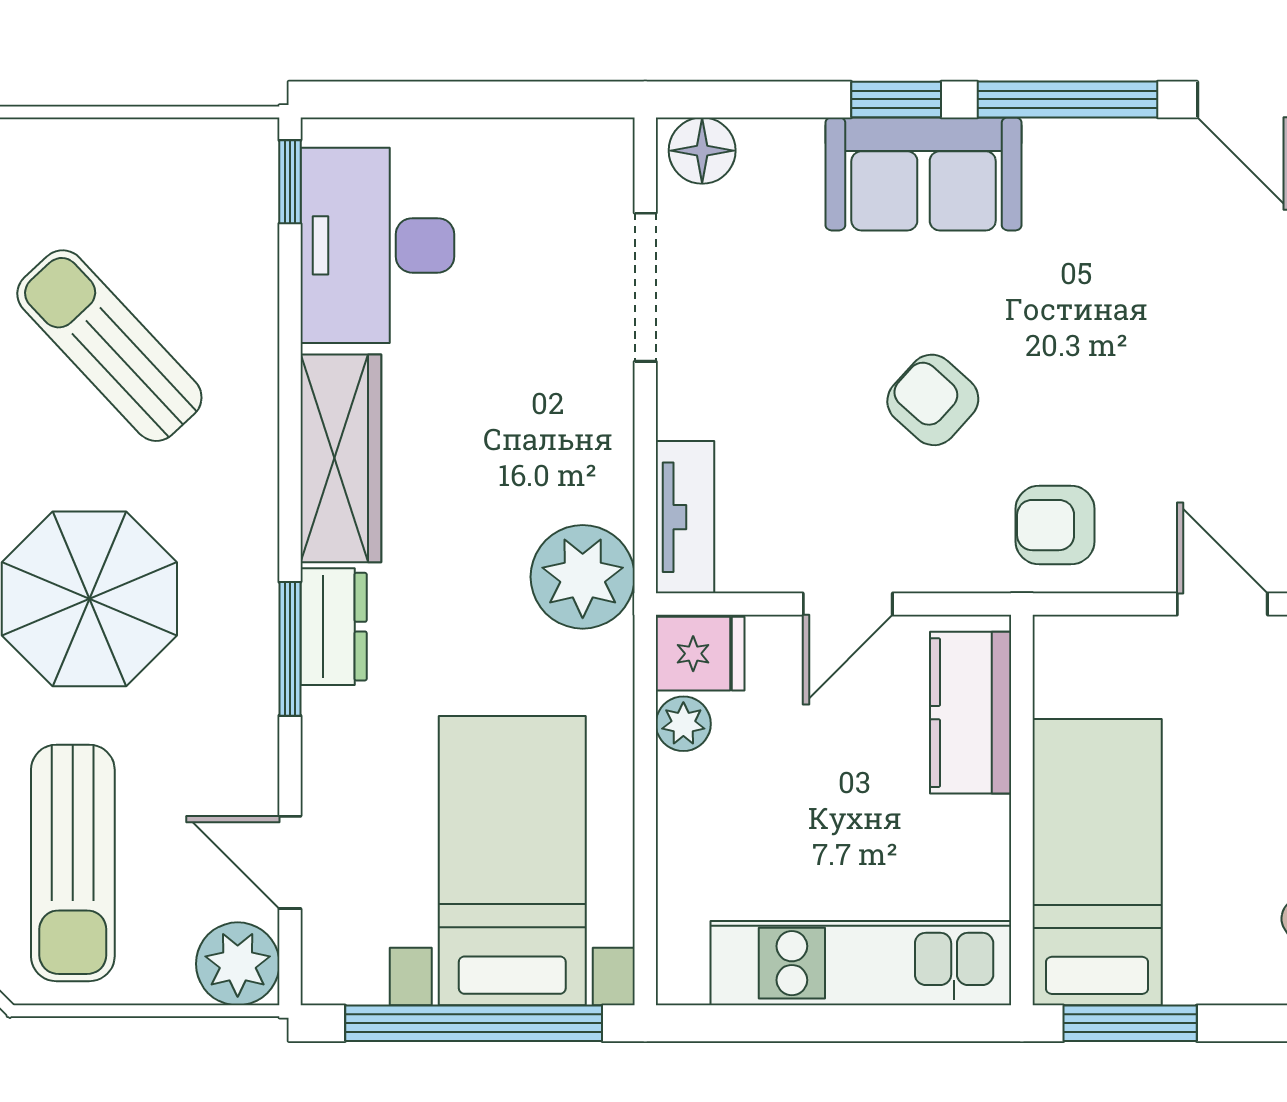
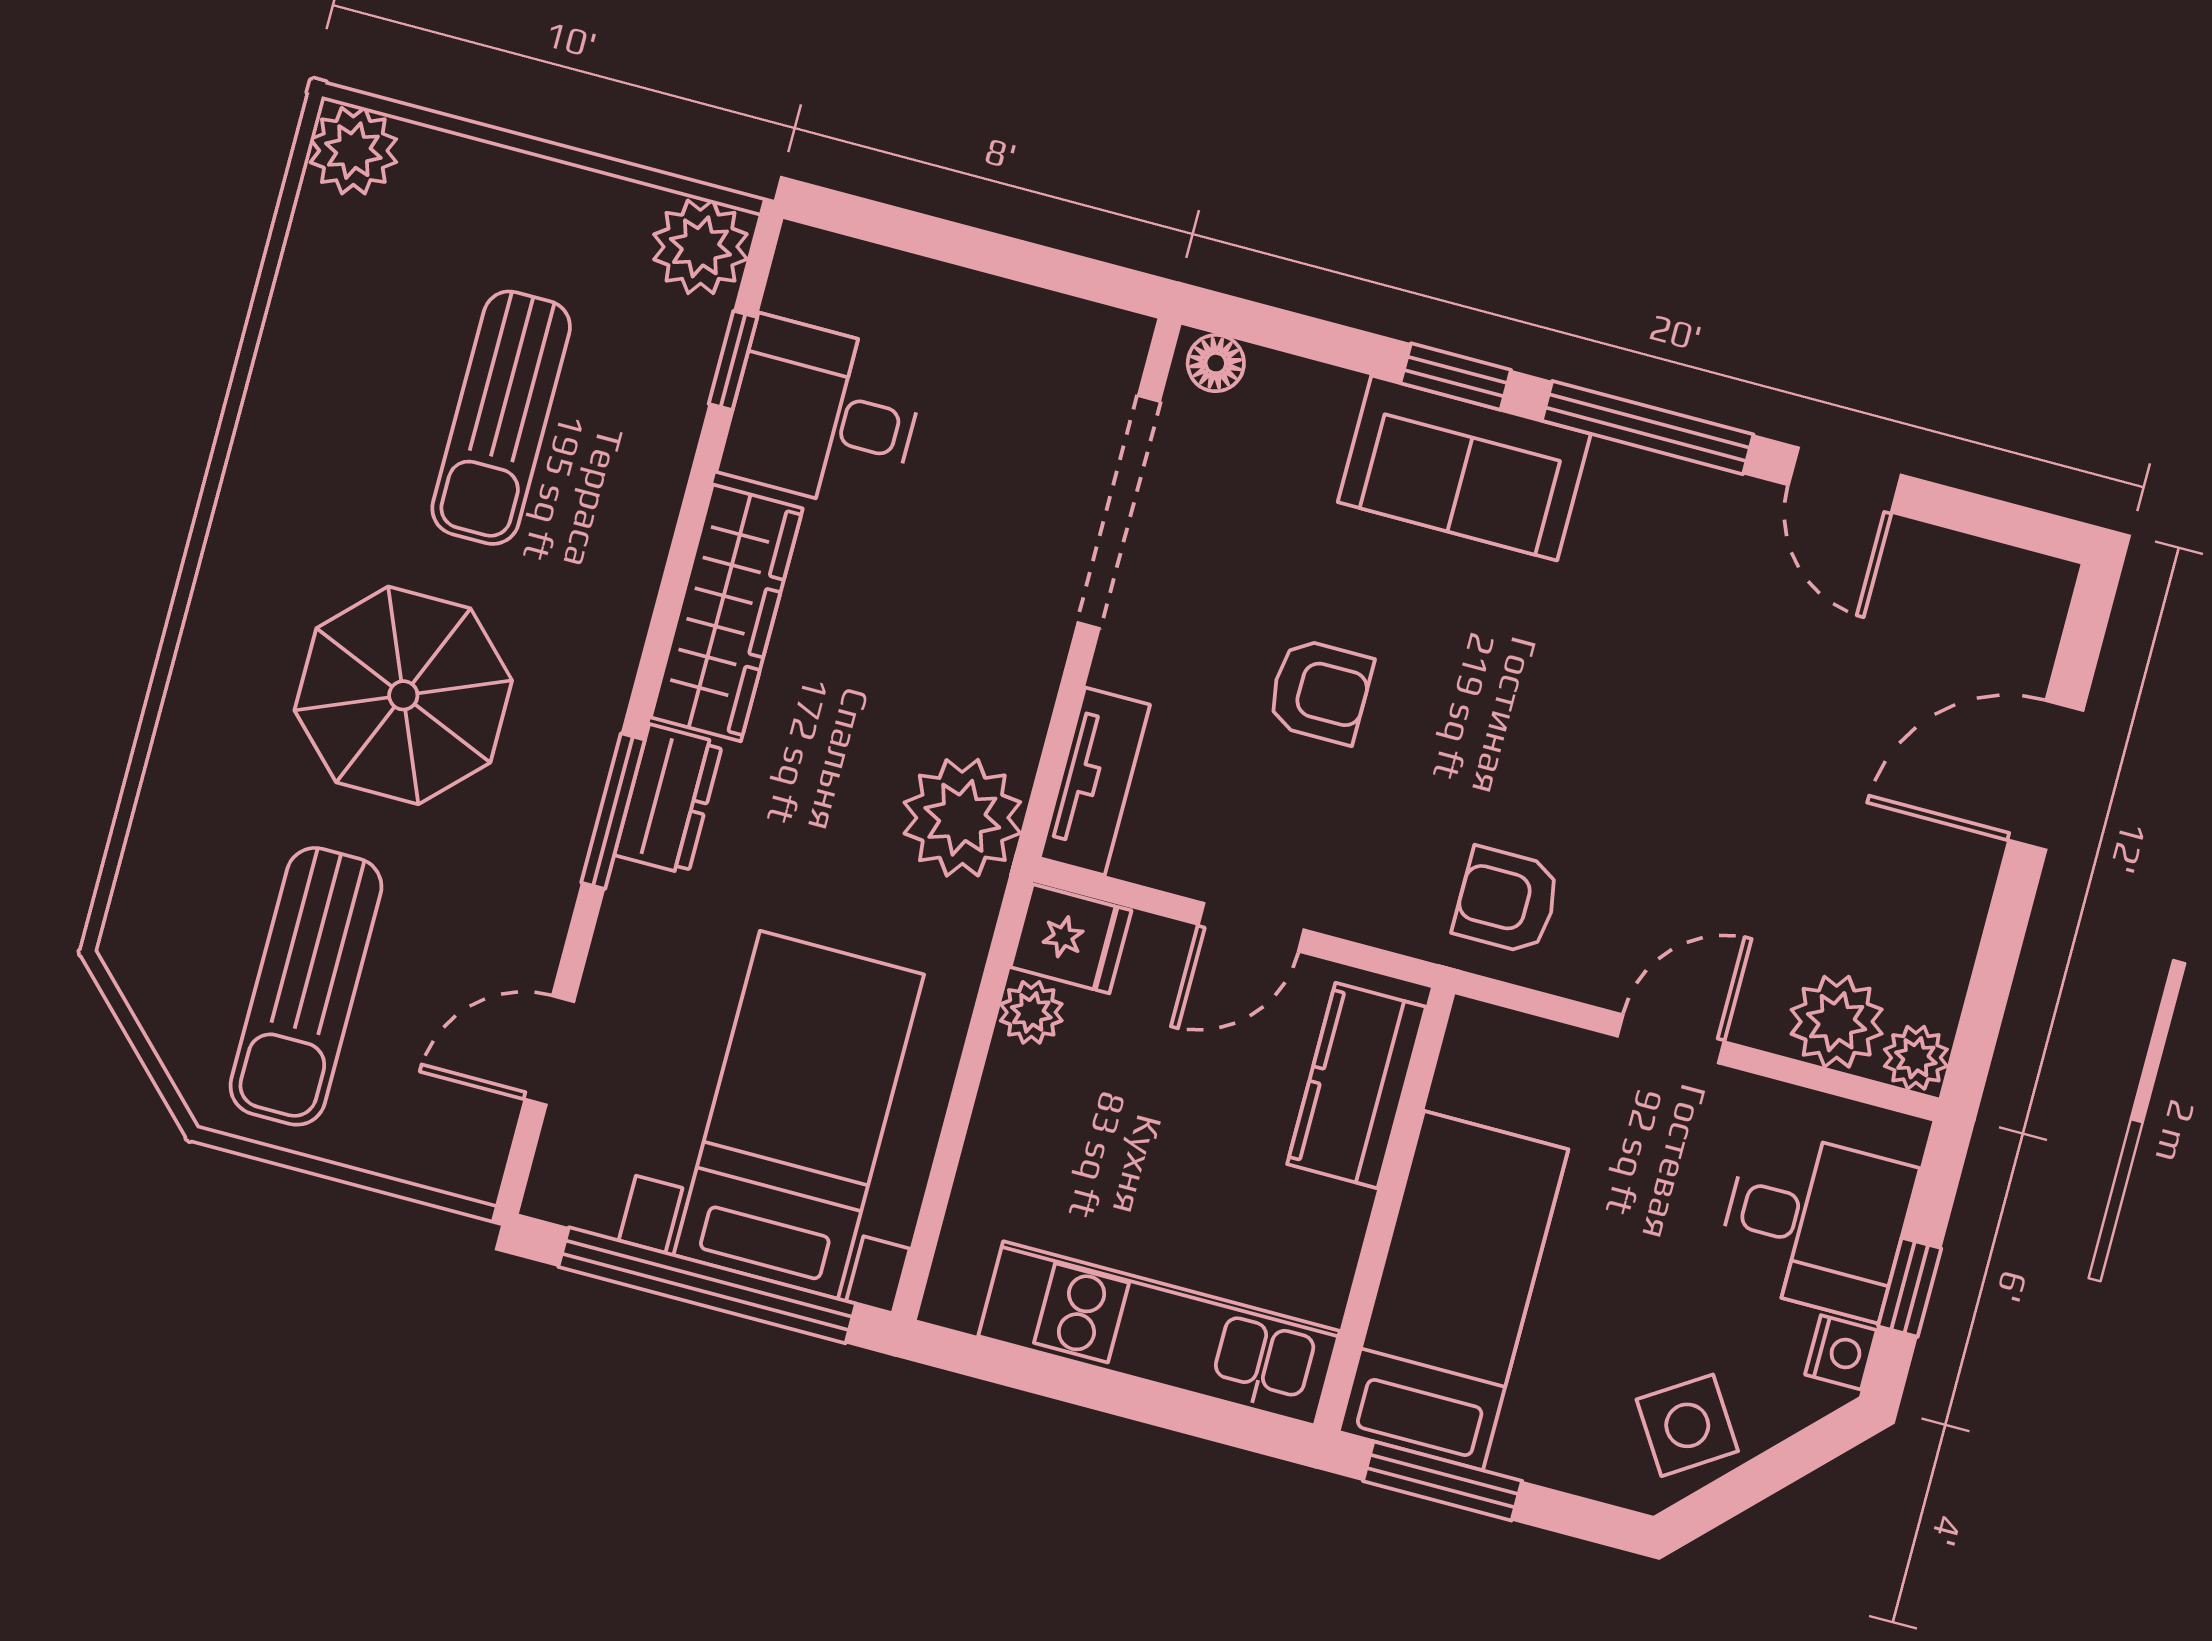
floor lamp: (702, 151) -> (1216, 363), width x0.73, depth x0.73
window: (290, 182) -> (733, 360), moved
desk: (377, 245) -> (823, 415), width x0.73
doorway: (645, 287) -> (1119, 512), width x1.36
sun lounger: (109, 346) -> (501, 418), turned -137
armchair: (933, 400) -> (1320, 691), moved, turned 138
door: (1222, 604) -> (1671, 1039), hinge flipped
door: (290, 862) -> (549, 1050), hinge flipped
plant: (238, 964) -> (700, 247), moved

